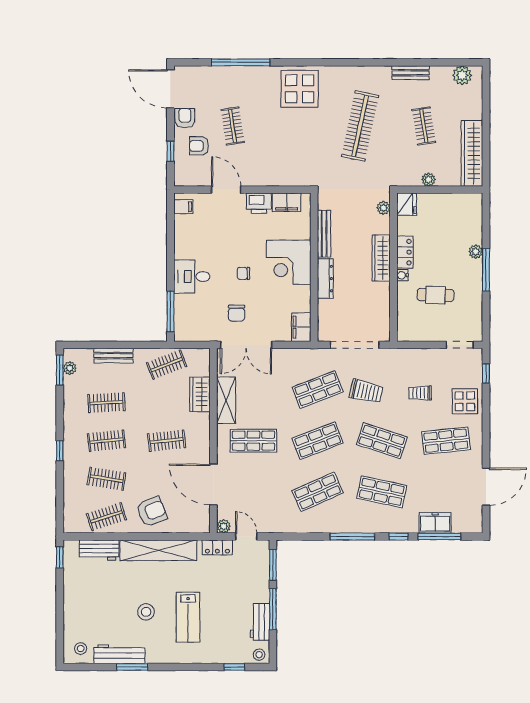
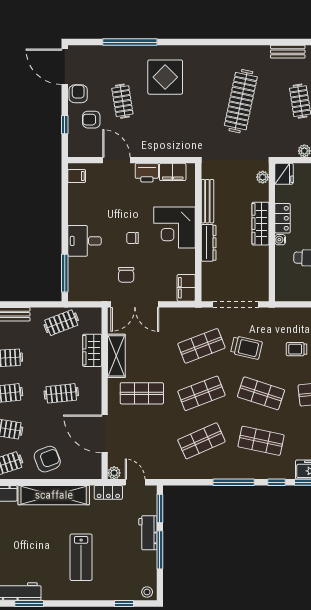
display table: (300, 89) -> (165, 77), moved
stool: (146, 612) -> (42, 552), removed
workbench: (260, 622) -> (148, 533), moved

